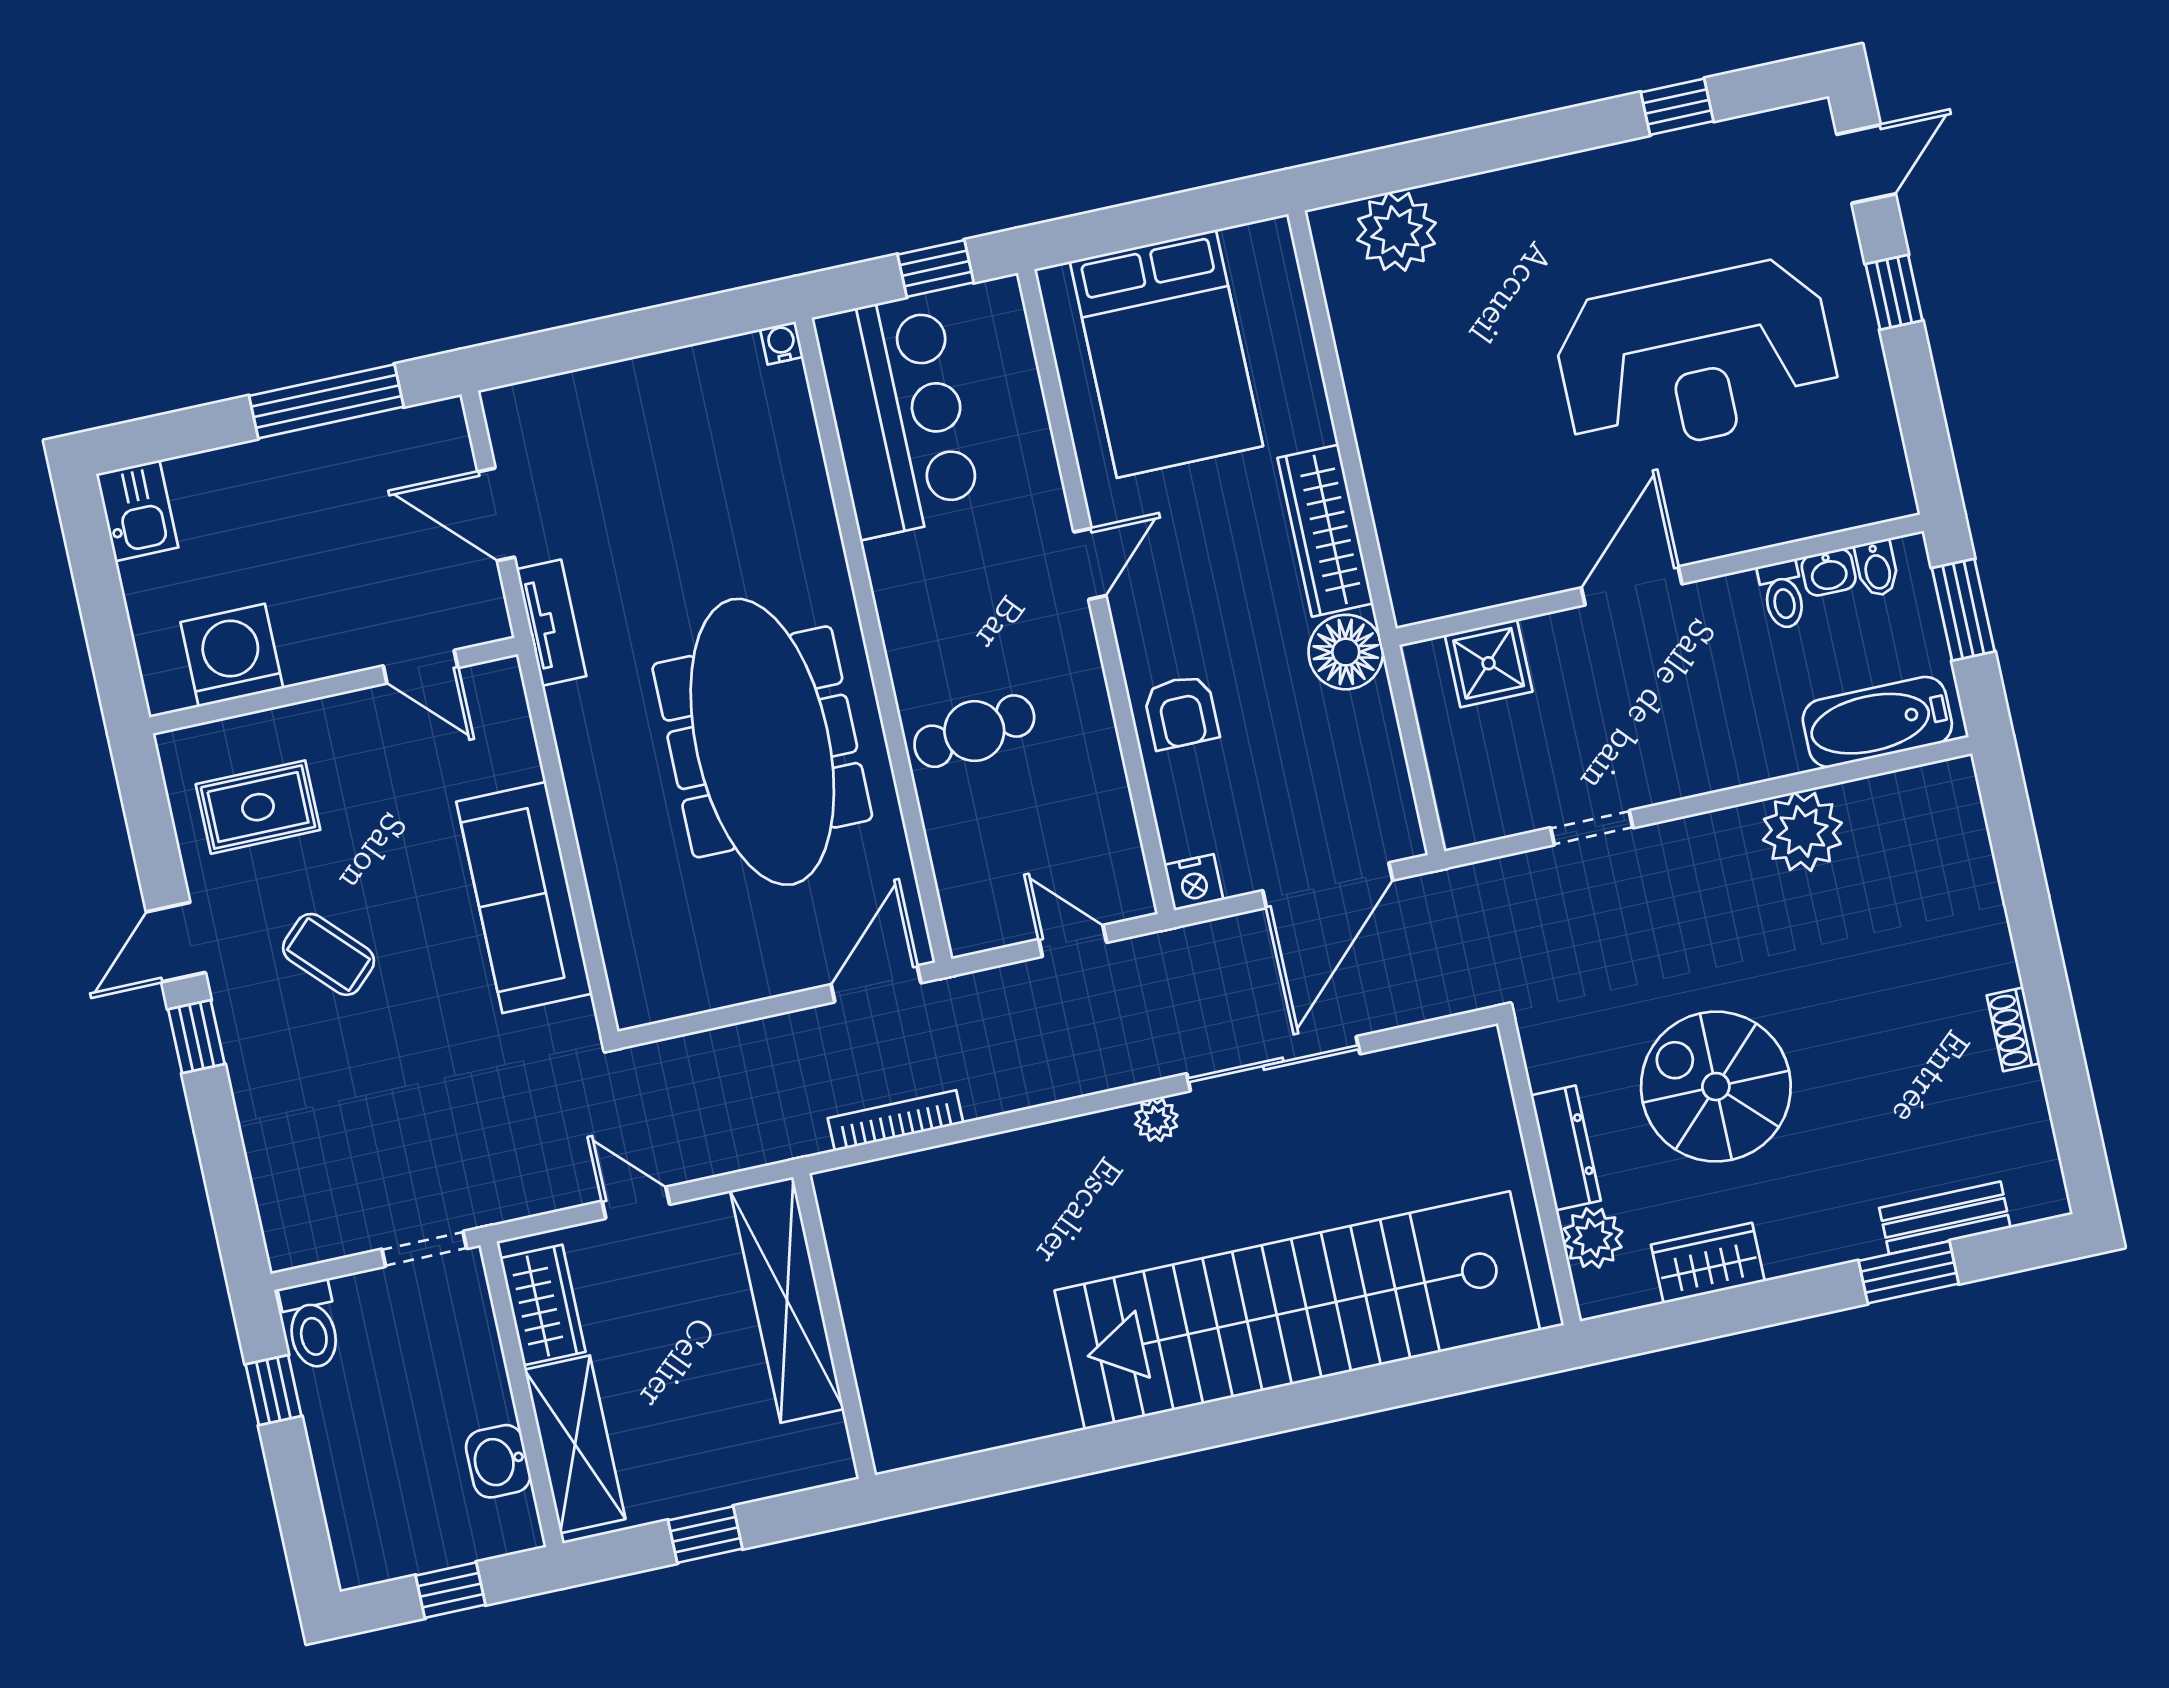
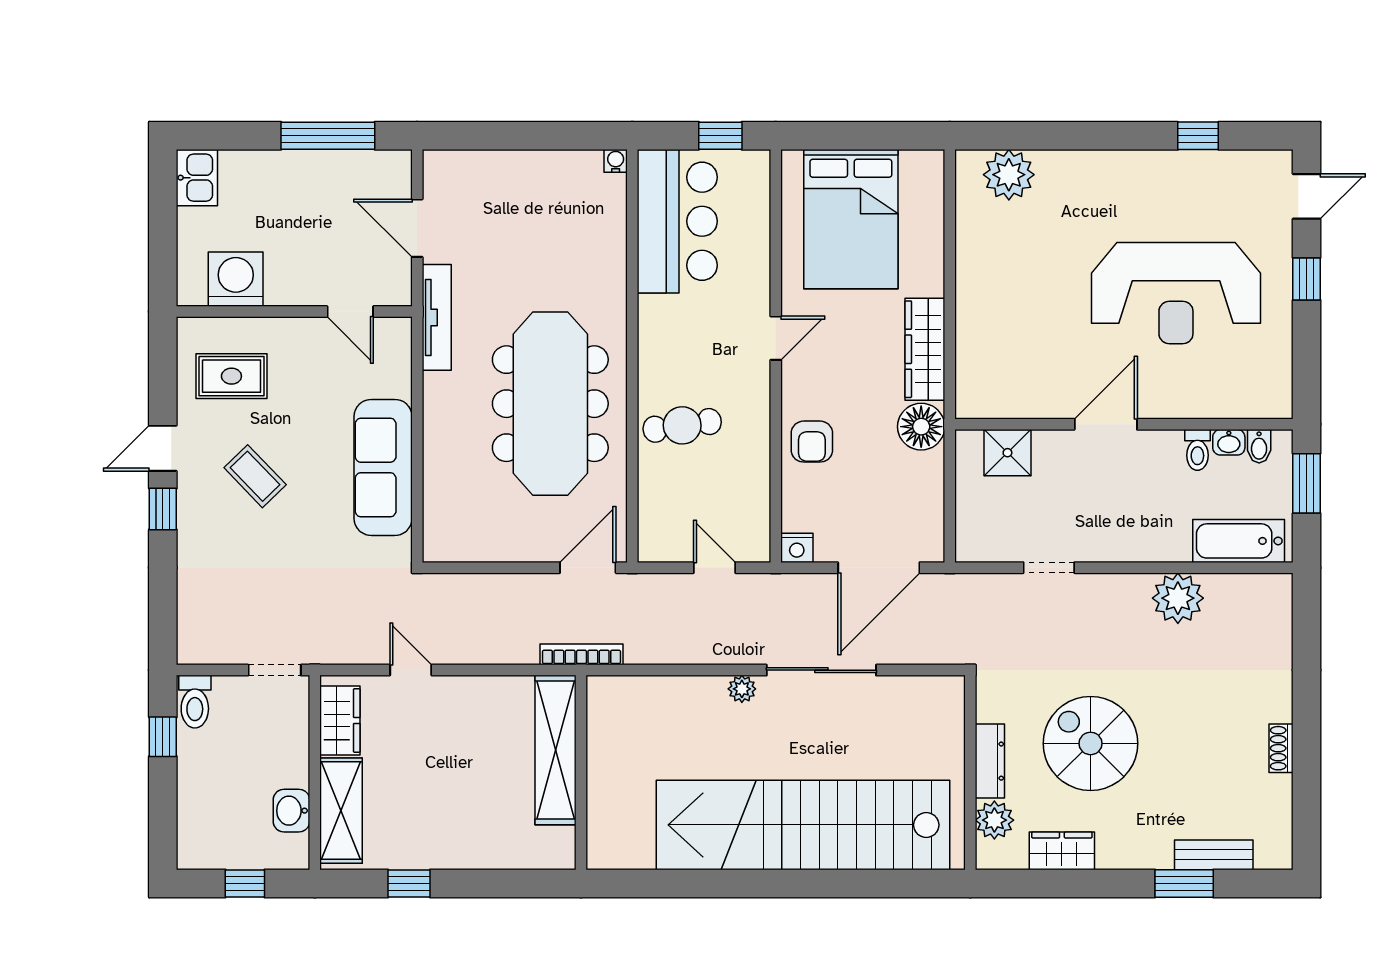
tv unit: (551, 623) -> (437, 317), width x1.41
shelving: (787, 1300) -> (556, 750), moved
wall: (834, 1326) -> (581, 773), moved

